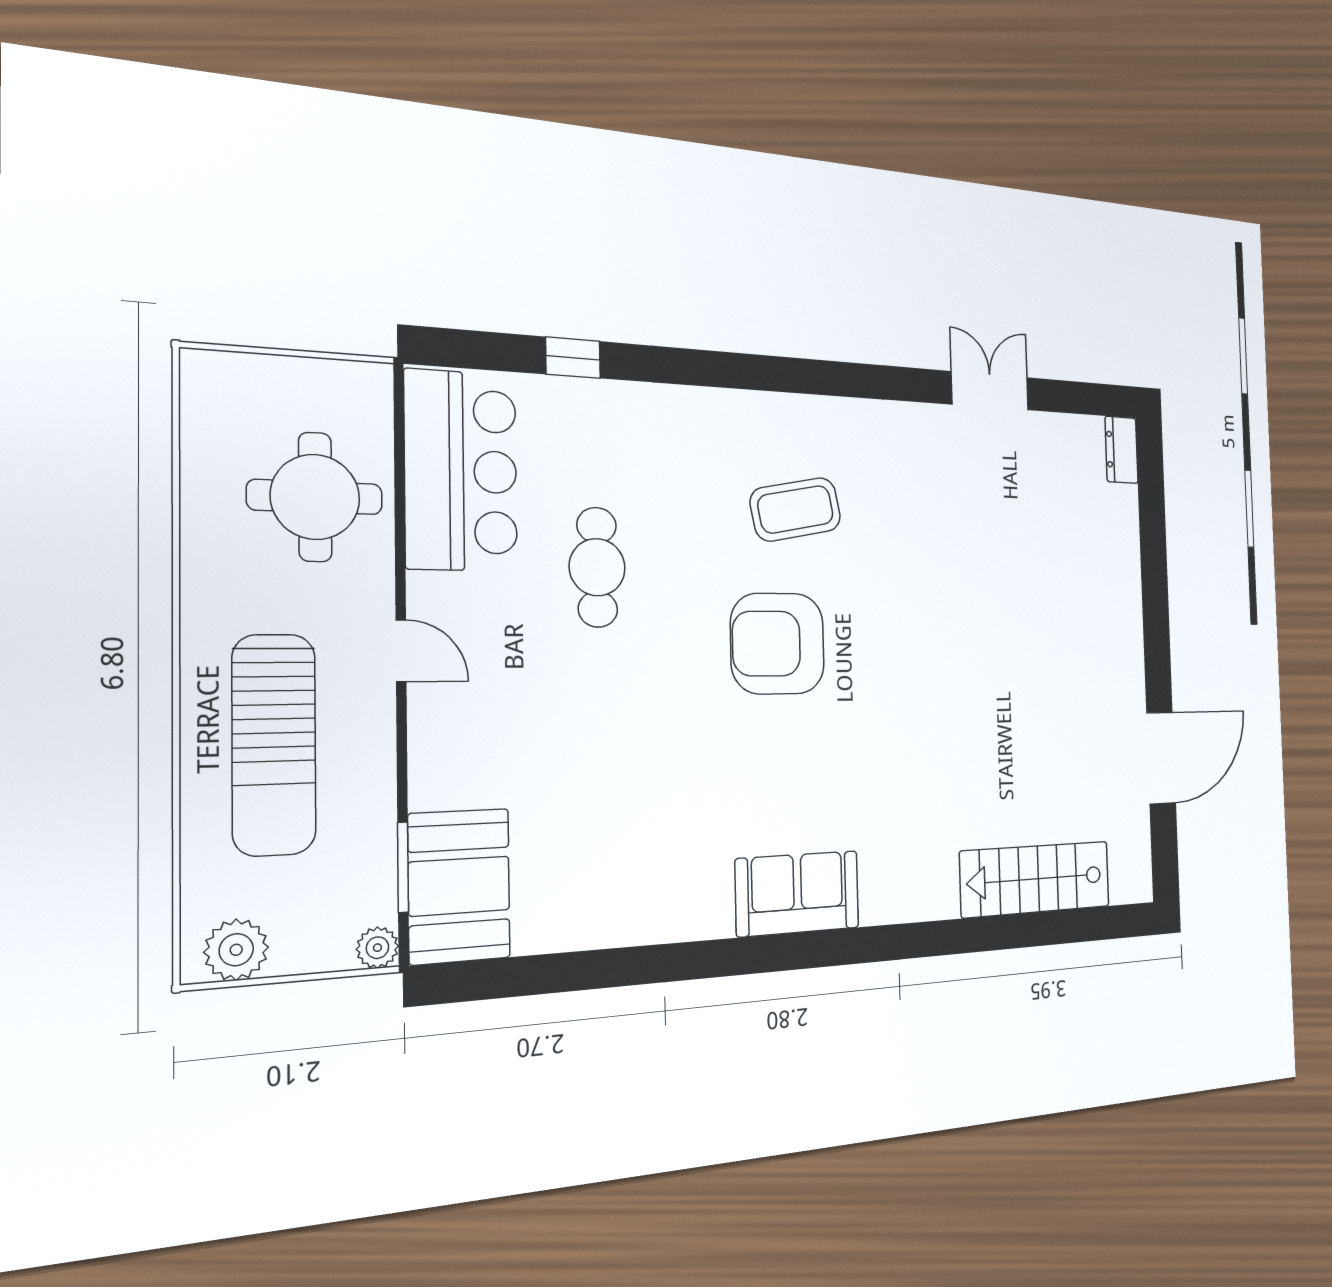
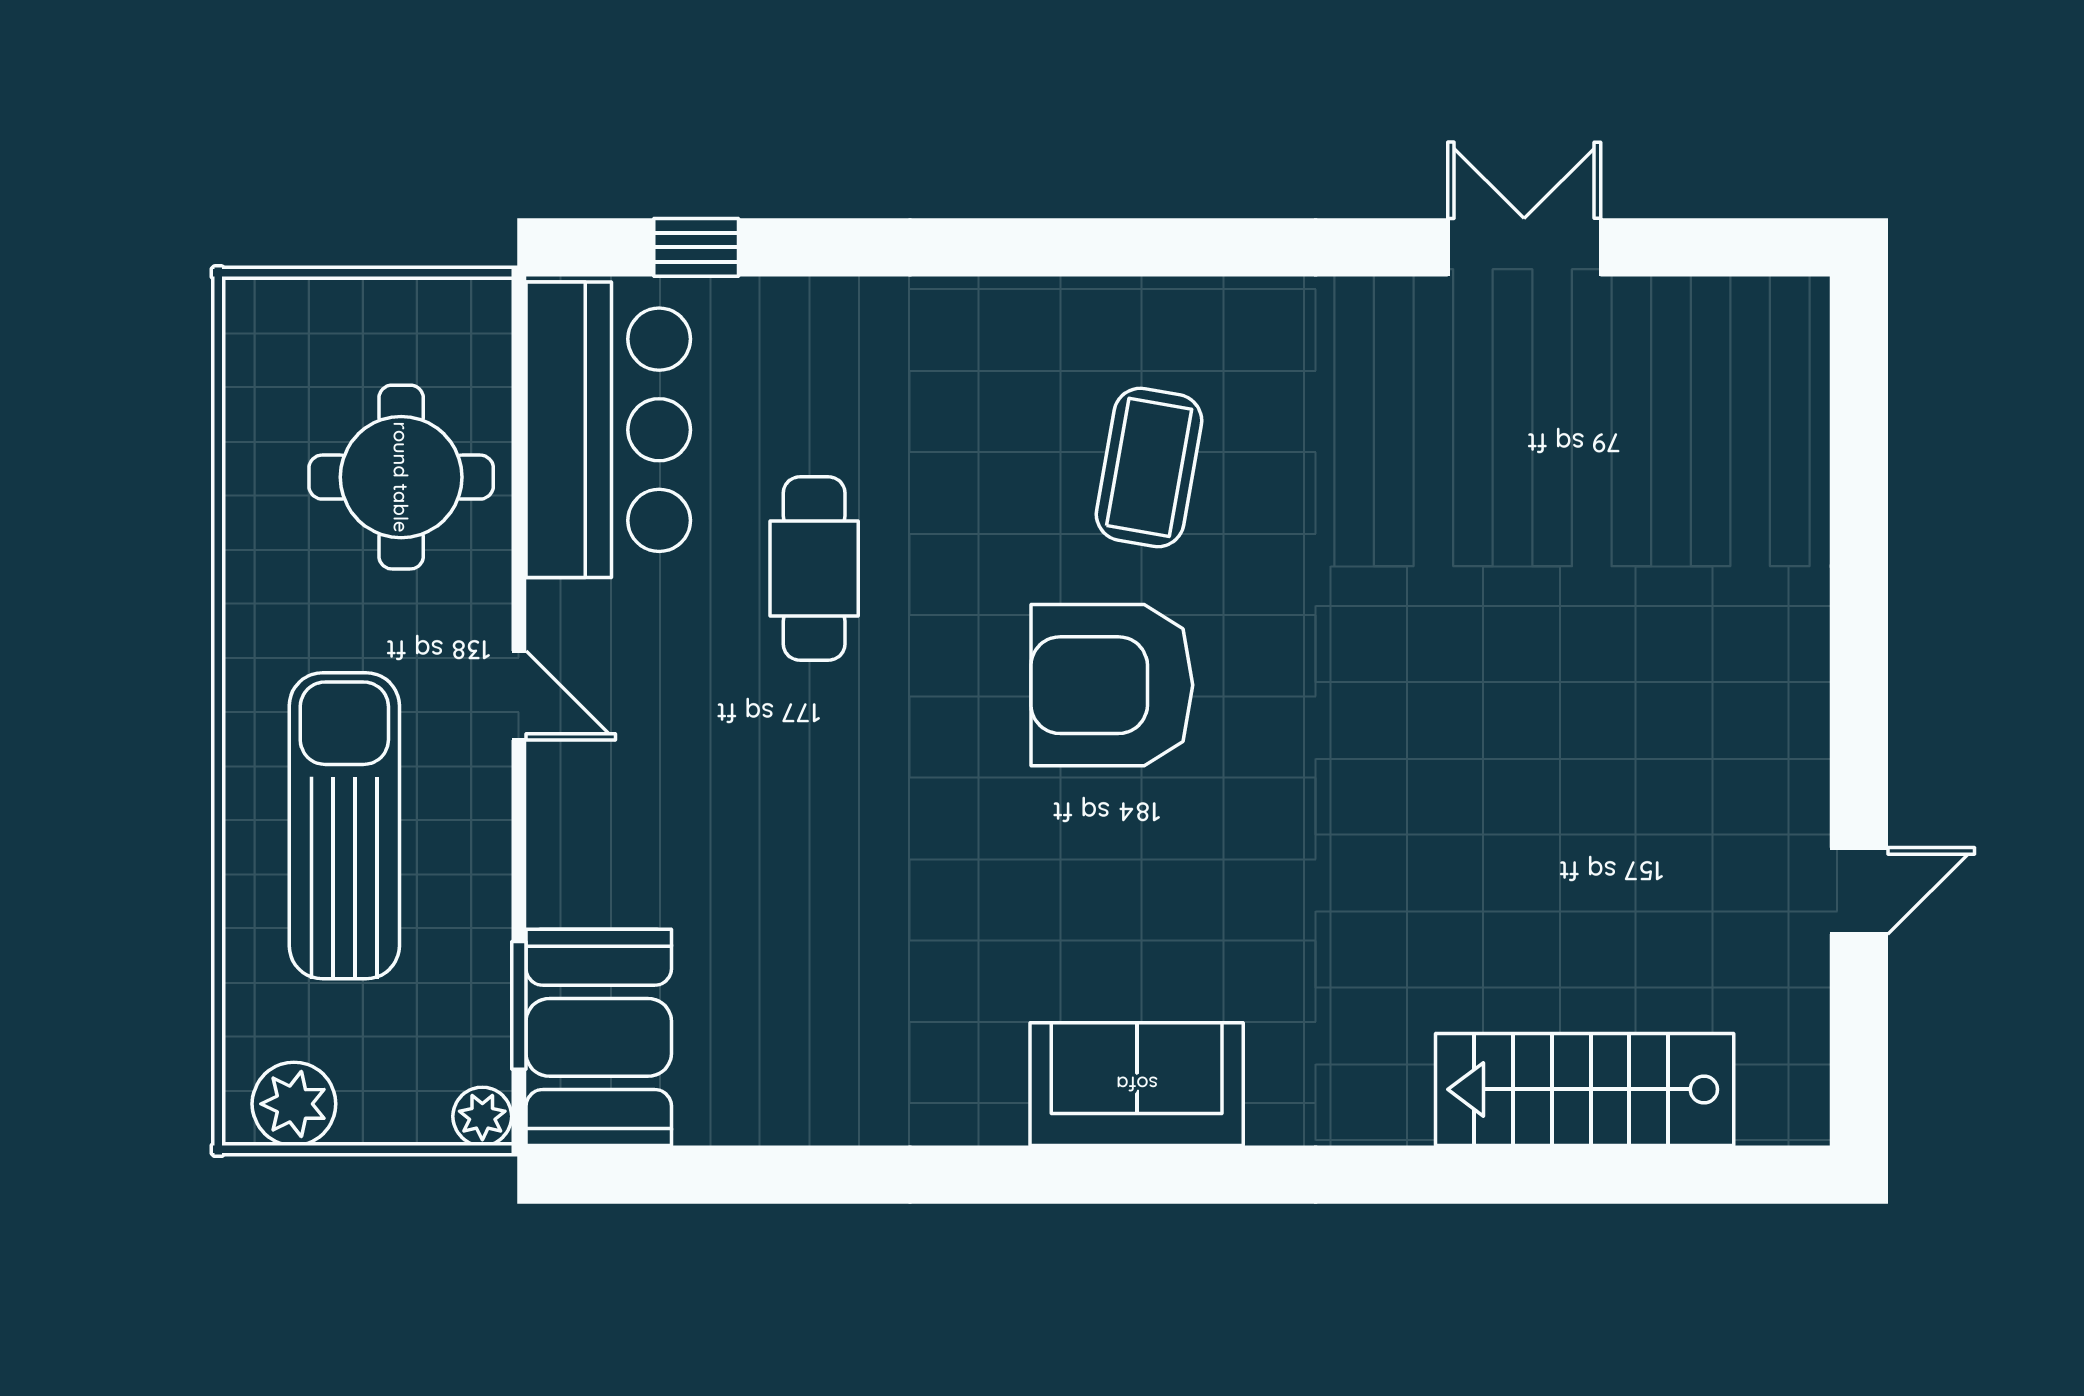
window: (573, 358) -> (696, 247), moved
dresser: (1121, 450) -> (1797, 336), removed
coffee table: (796, 509) -> (1149, 467), turned -69
sun lounger: (274, 745) -> (344, 826), turned 180
door: (1161, 758) -> (1859, 891), width x0.53

